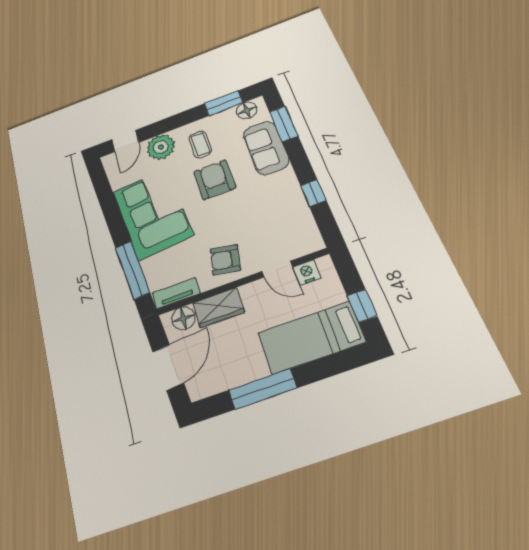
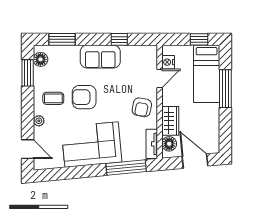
plant: (161, 147) -> (39, 121), width x0.53, depth x0.53
sofa: (266, 148) -> (100, 57), moved
window: (263, 389) -> (225, 89), moved

